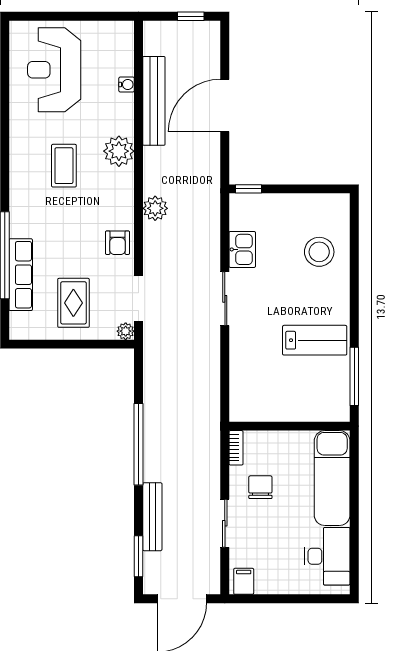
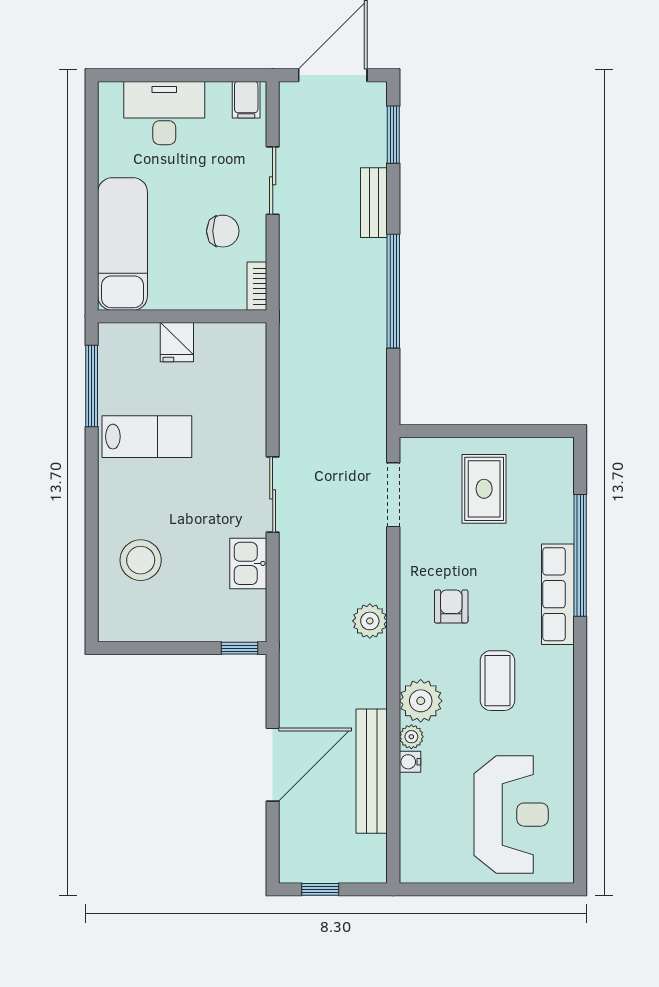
water cooler: (127, 85) -> (410, 762), moved
armchair: (118, 243) -> (451, 606), moved
row of seats: (21, 275) -> (558, 594), moved
plant: (126, 331) -> (411, 737), moved
lab bench: (315, 340) -> (147, 437), turned 180
fridge: (293, 408) -> (177, 342), added
chair: (260, 487) -> (223, 231), turned -90
bench: (152, 517) -> (374, 203), width x0.73
desk: (327, 556) -> (164, 113), moved, turned 90

